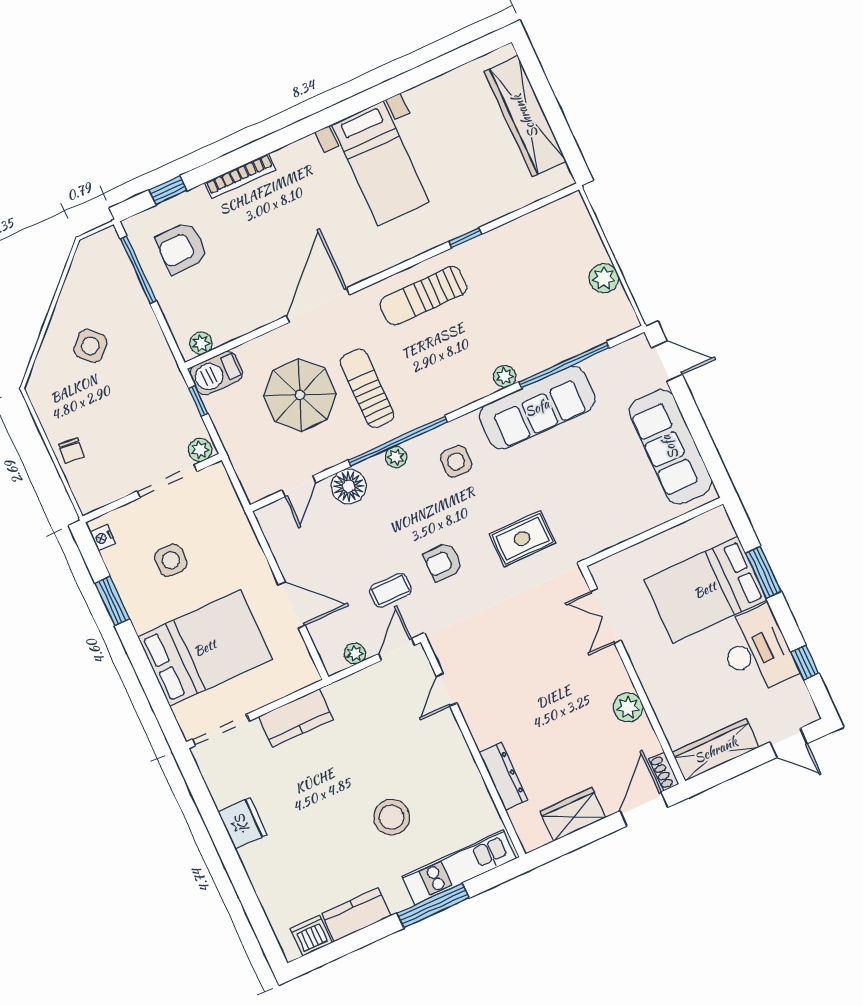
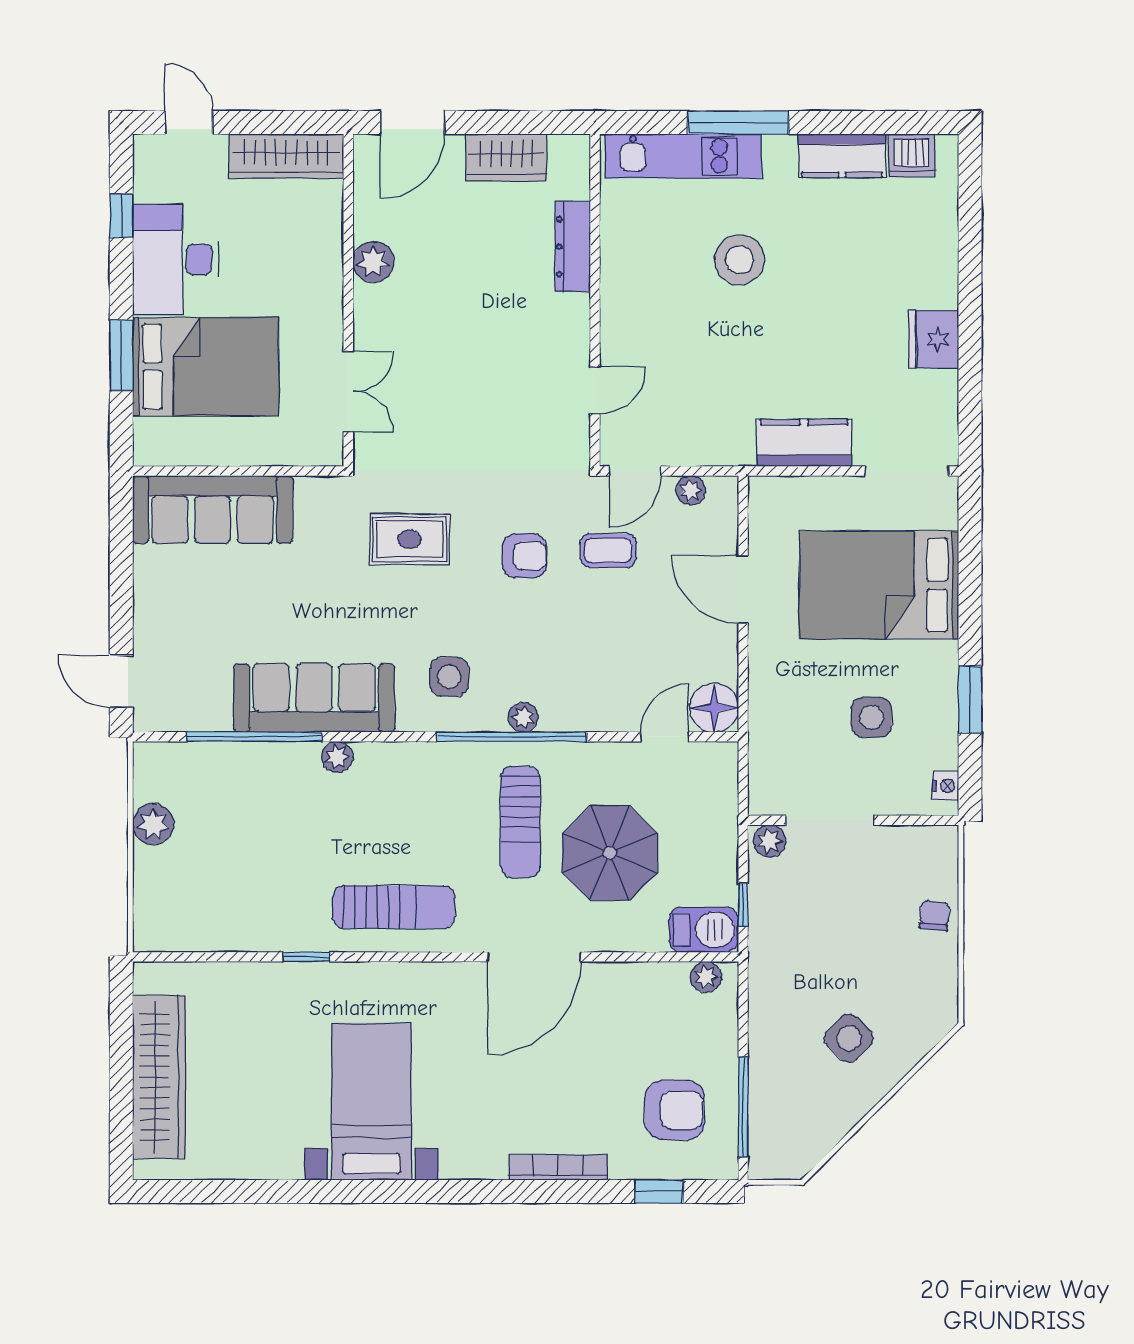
sofa: (670, 447) -> (213, 510), moved, turned 90
floor lamp: (349, 486) -> (714, 708), moved
shoe rack: (664, 771) -> (365, 159), removed

